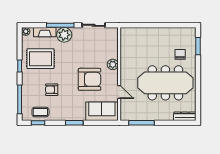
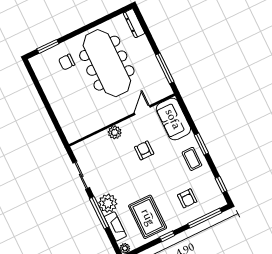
armchair: (90, 79) -> (144, 150), width x0.53, depth x0.53
armchair: (52, 90) -> (187, 198), moved
coffee table: (40, 112) -> (192, 159), moved

